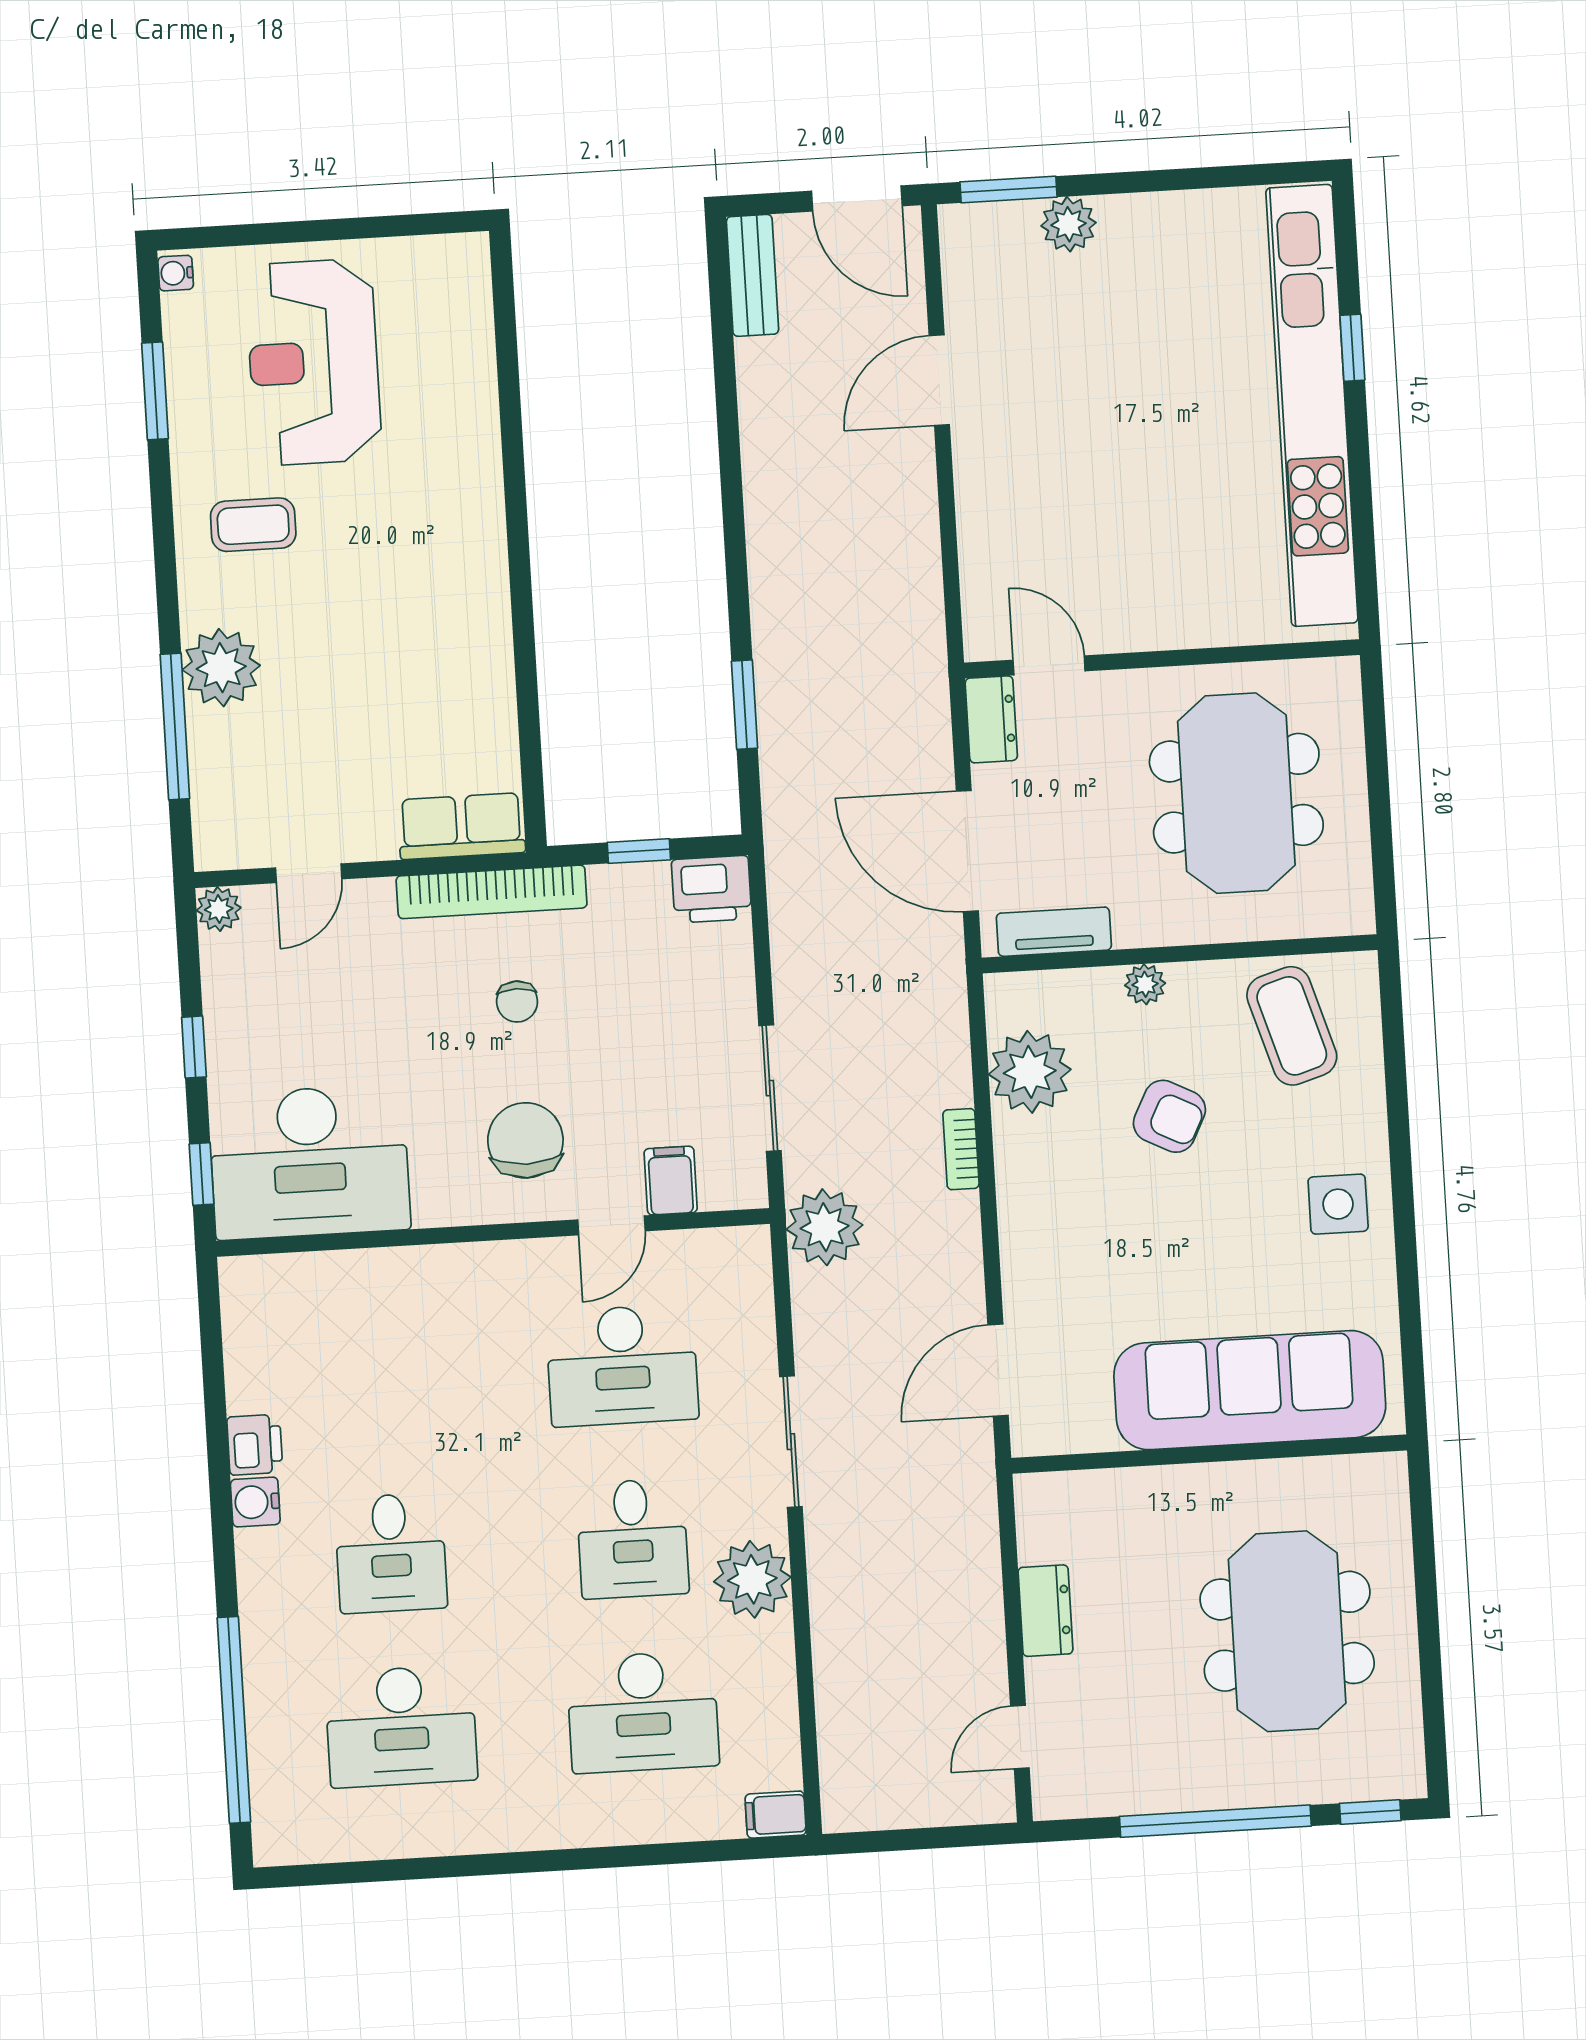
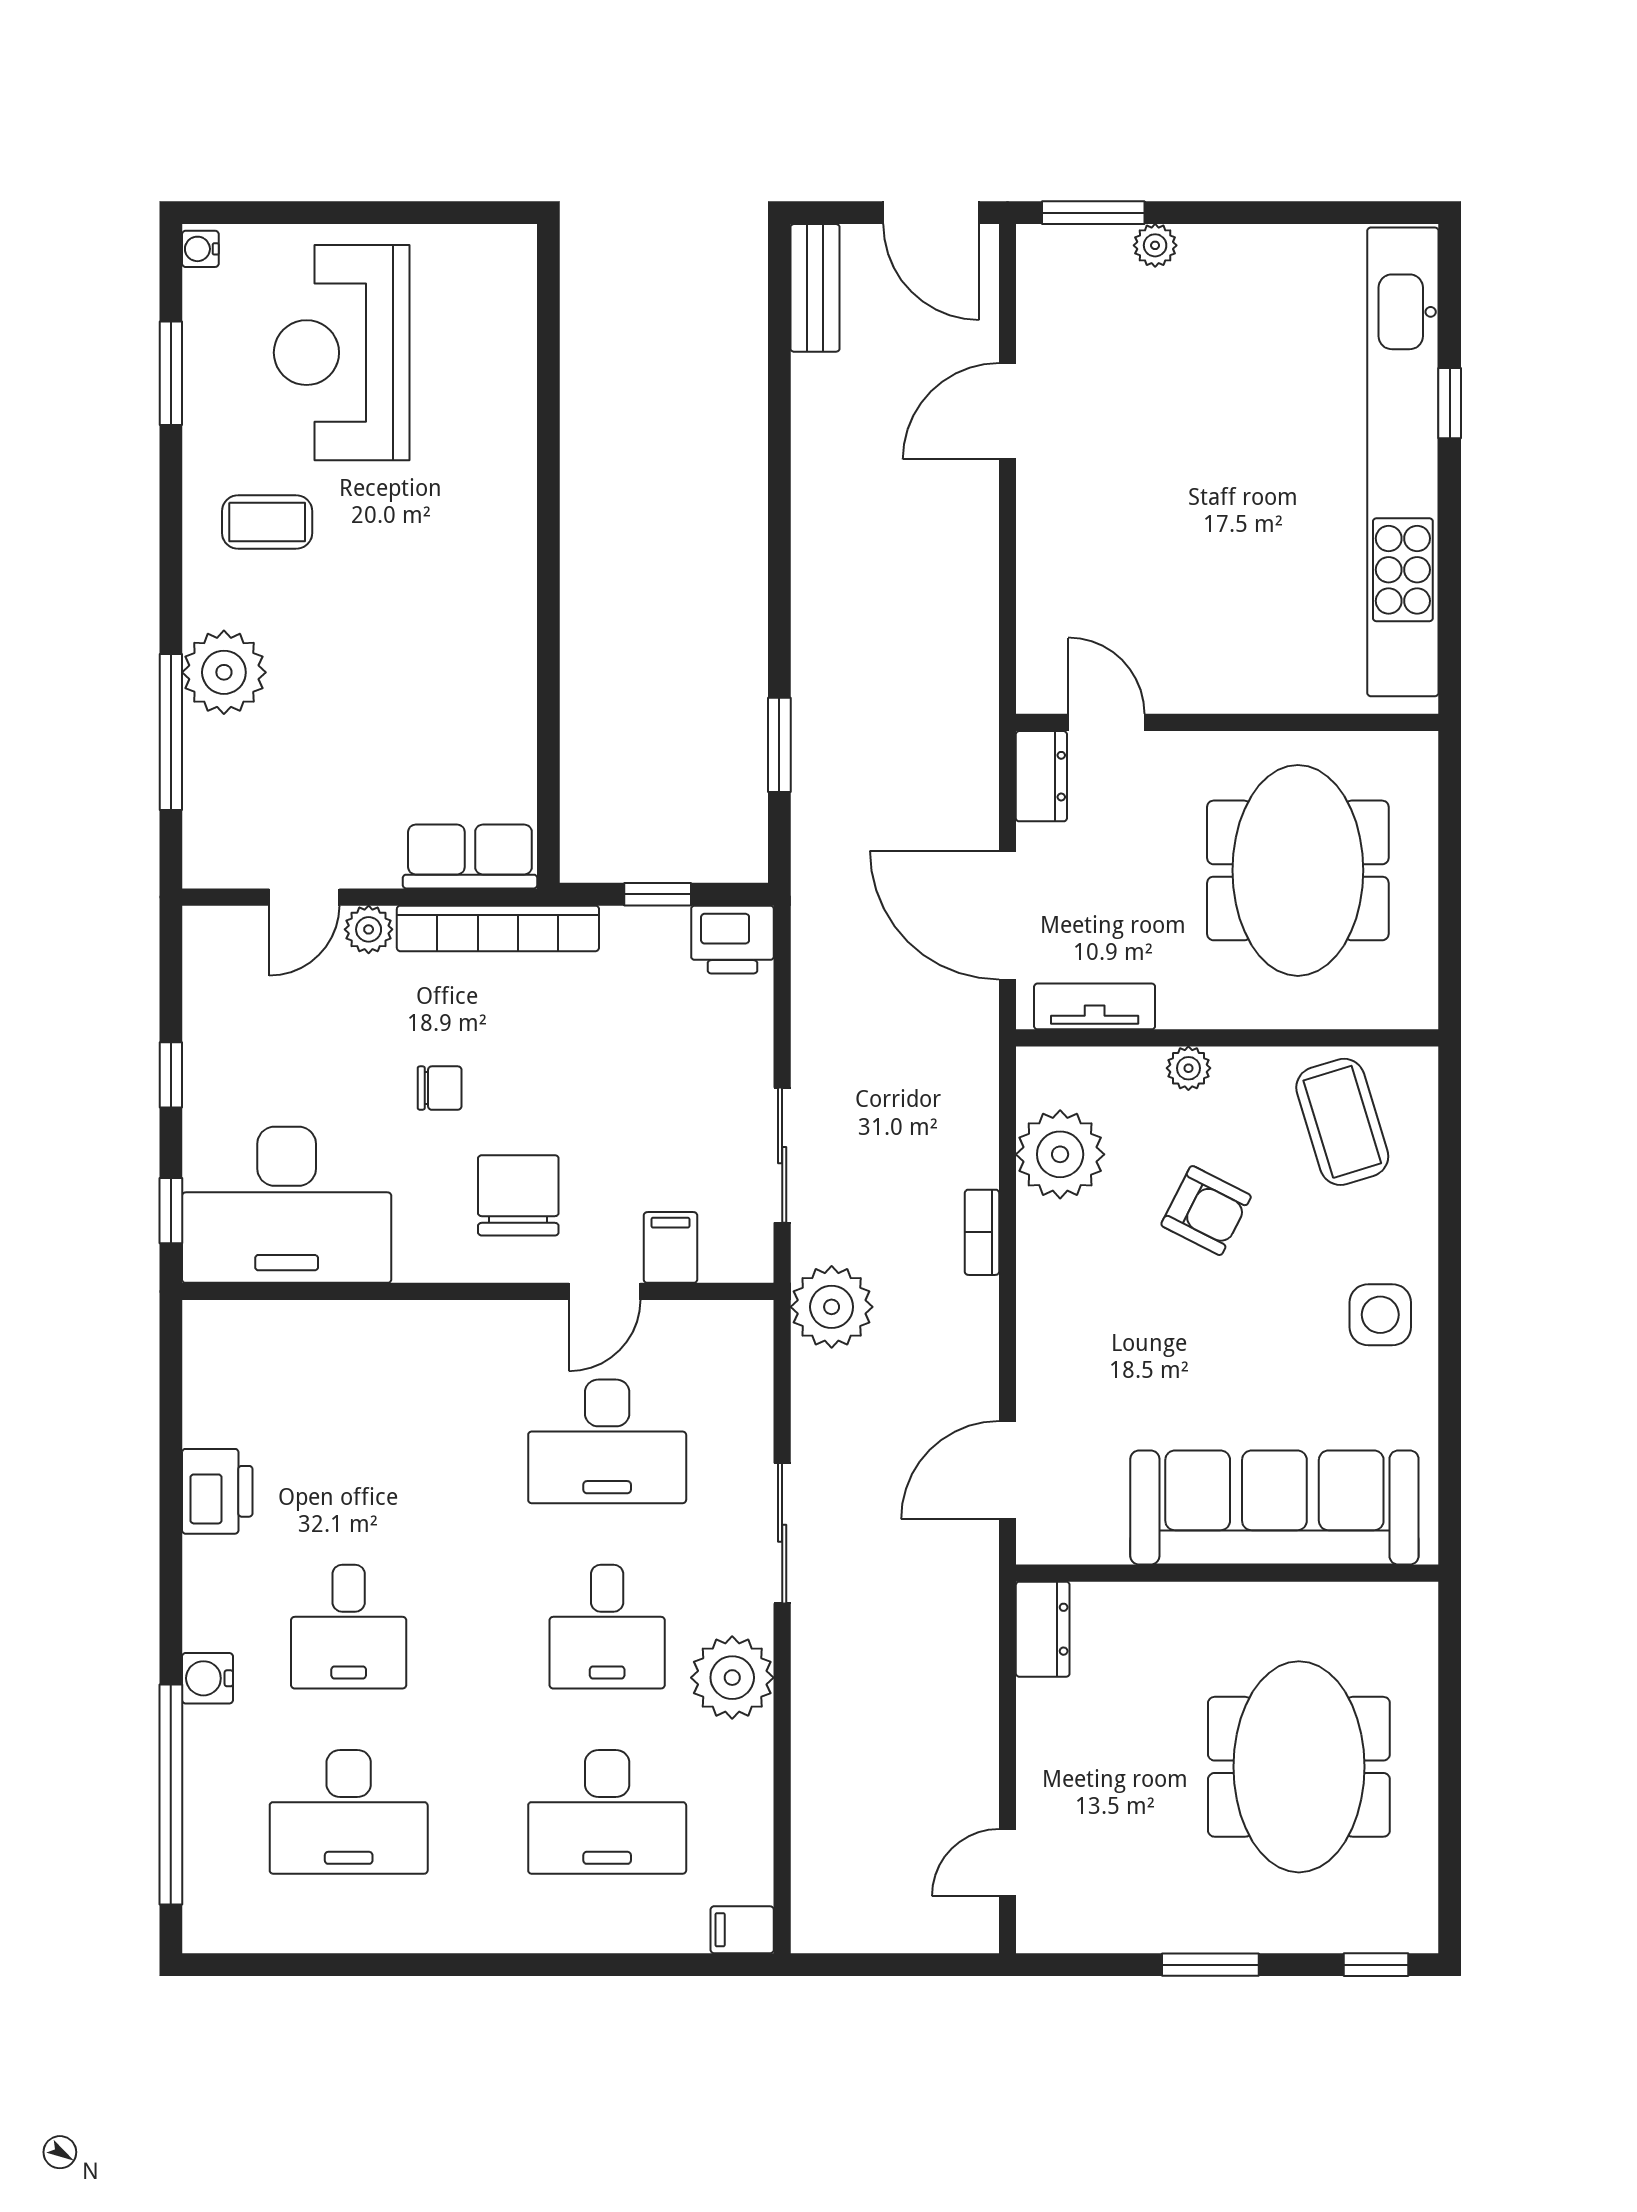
plant: (1069, 224) -> (1155, 245), width x0.73, depth x0.73
plant: (219, 909) -> (369, 929), moved
chair: (517, 1002) -> (440, 1088), moved, turned -90
printer: (255, 1445) -> (217, 1491), width x1.36, depth x1.24
water cooler: (255, 1502) -> (207, 1678), moved
dresser: (1045, 1611) -> (1043, 1629), moved
window: (1215, 1821) -> (1210, 1965), width x0.47

